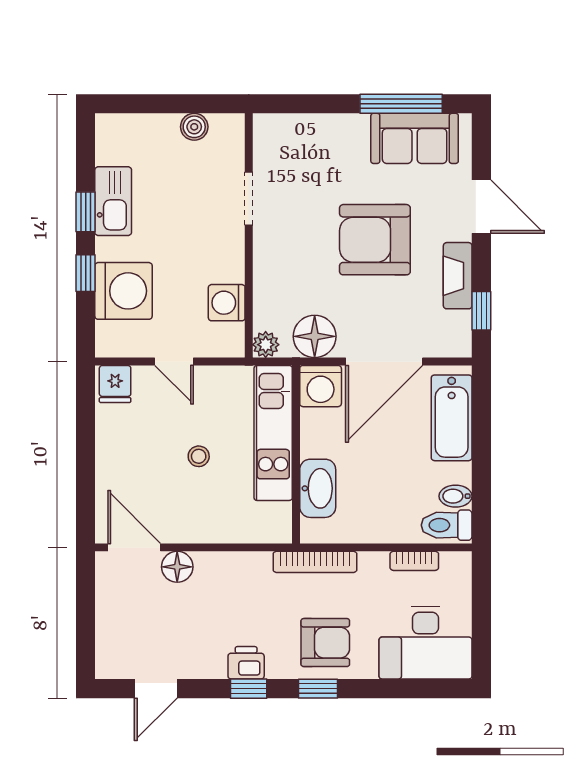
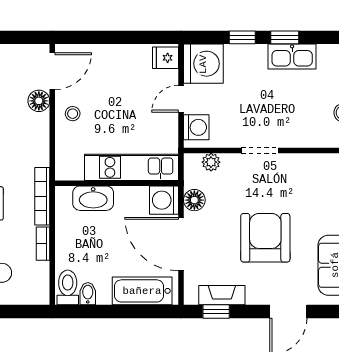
doorway: (249, 199) -> (260, 150), moved
fireplace: (458, 276) -> (222, 295), moved
washing machine: (123, 291) -> (203, 64), moved, turned -90
washing machine: (227, 303) -> (196, 127), moved, turned 90
floor lamp: (315, 336) -> (194, 200), width x0.73, depth x0.73
plant: (266, 345) -> (211, 162), moved
stool: (199, 456) -> (73, 114), moved
bookcase: (414, 561) -> (43, 244), moved

